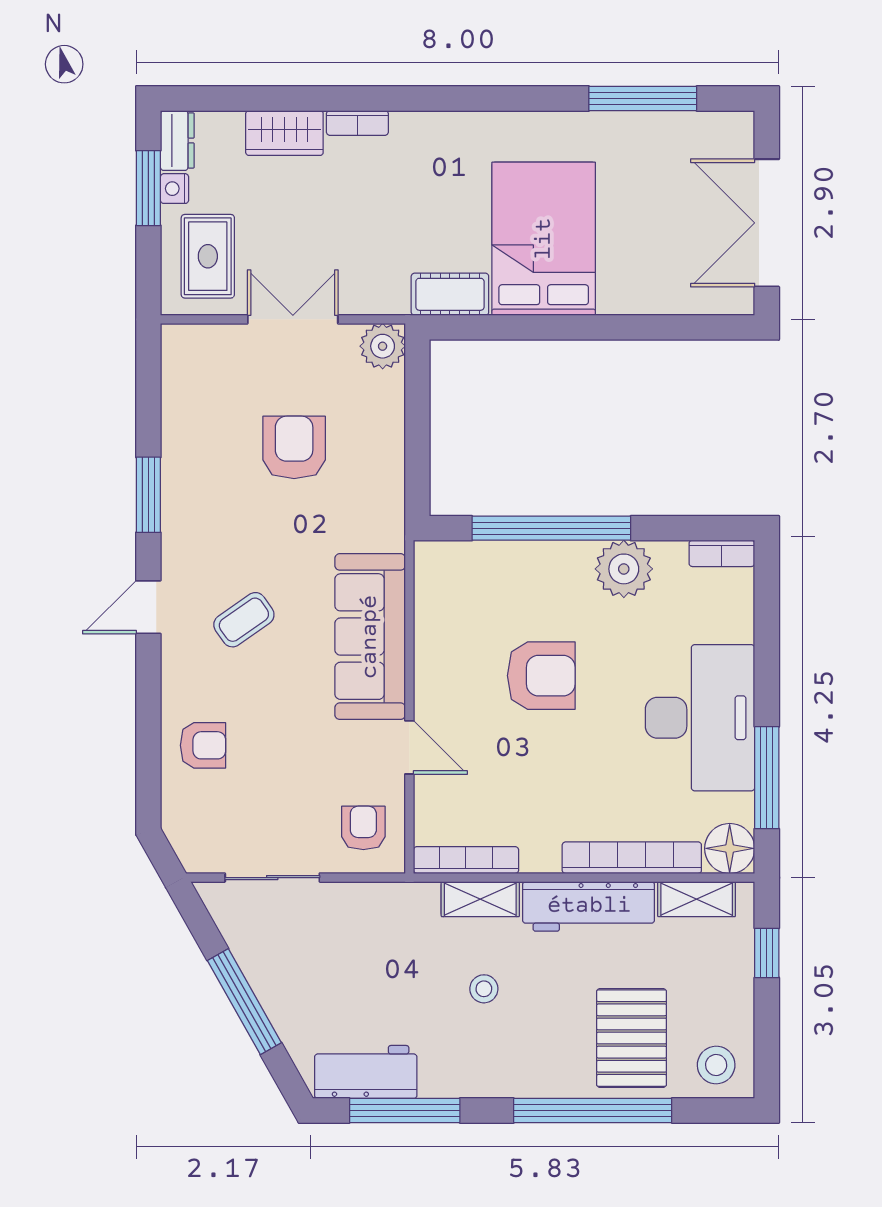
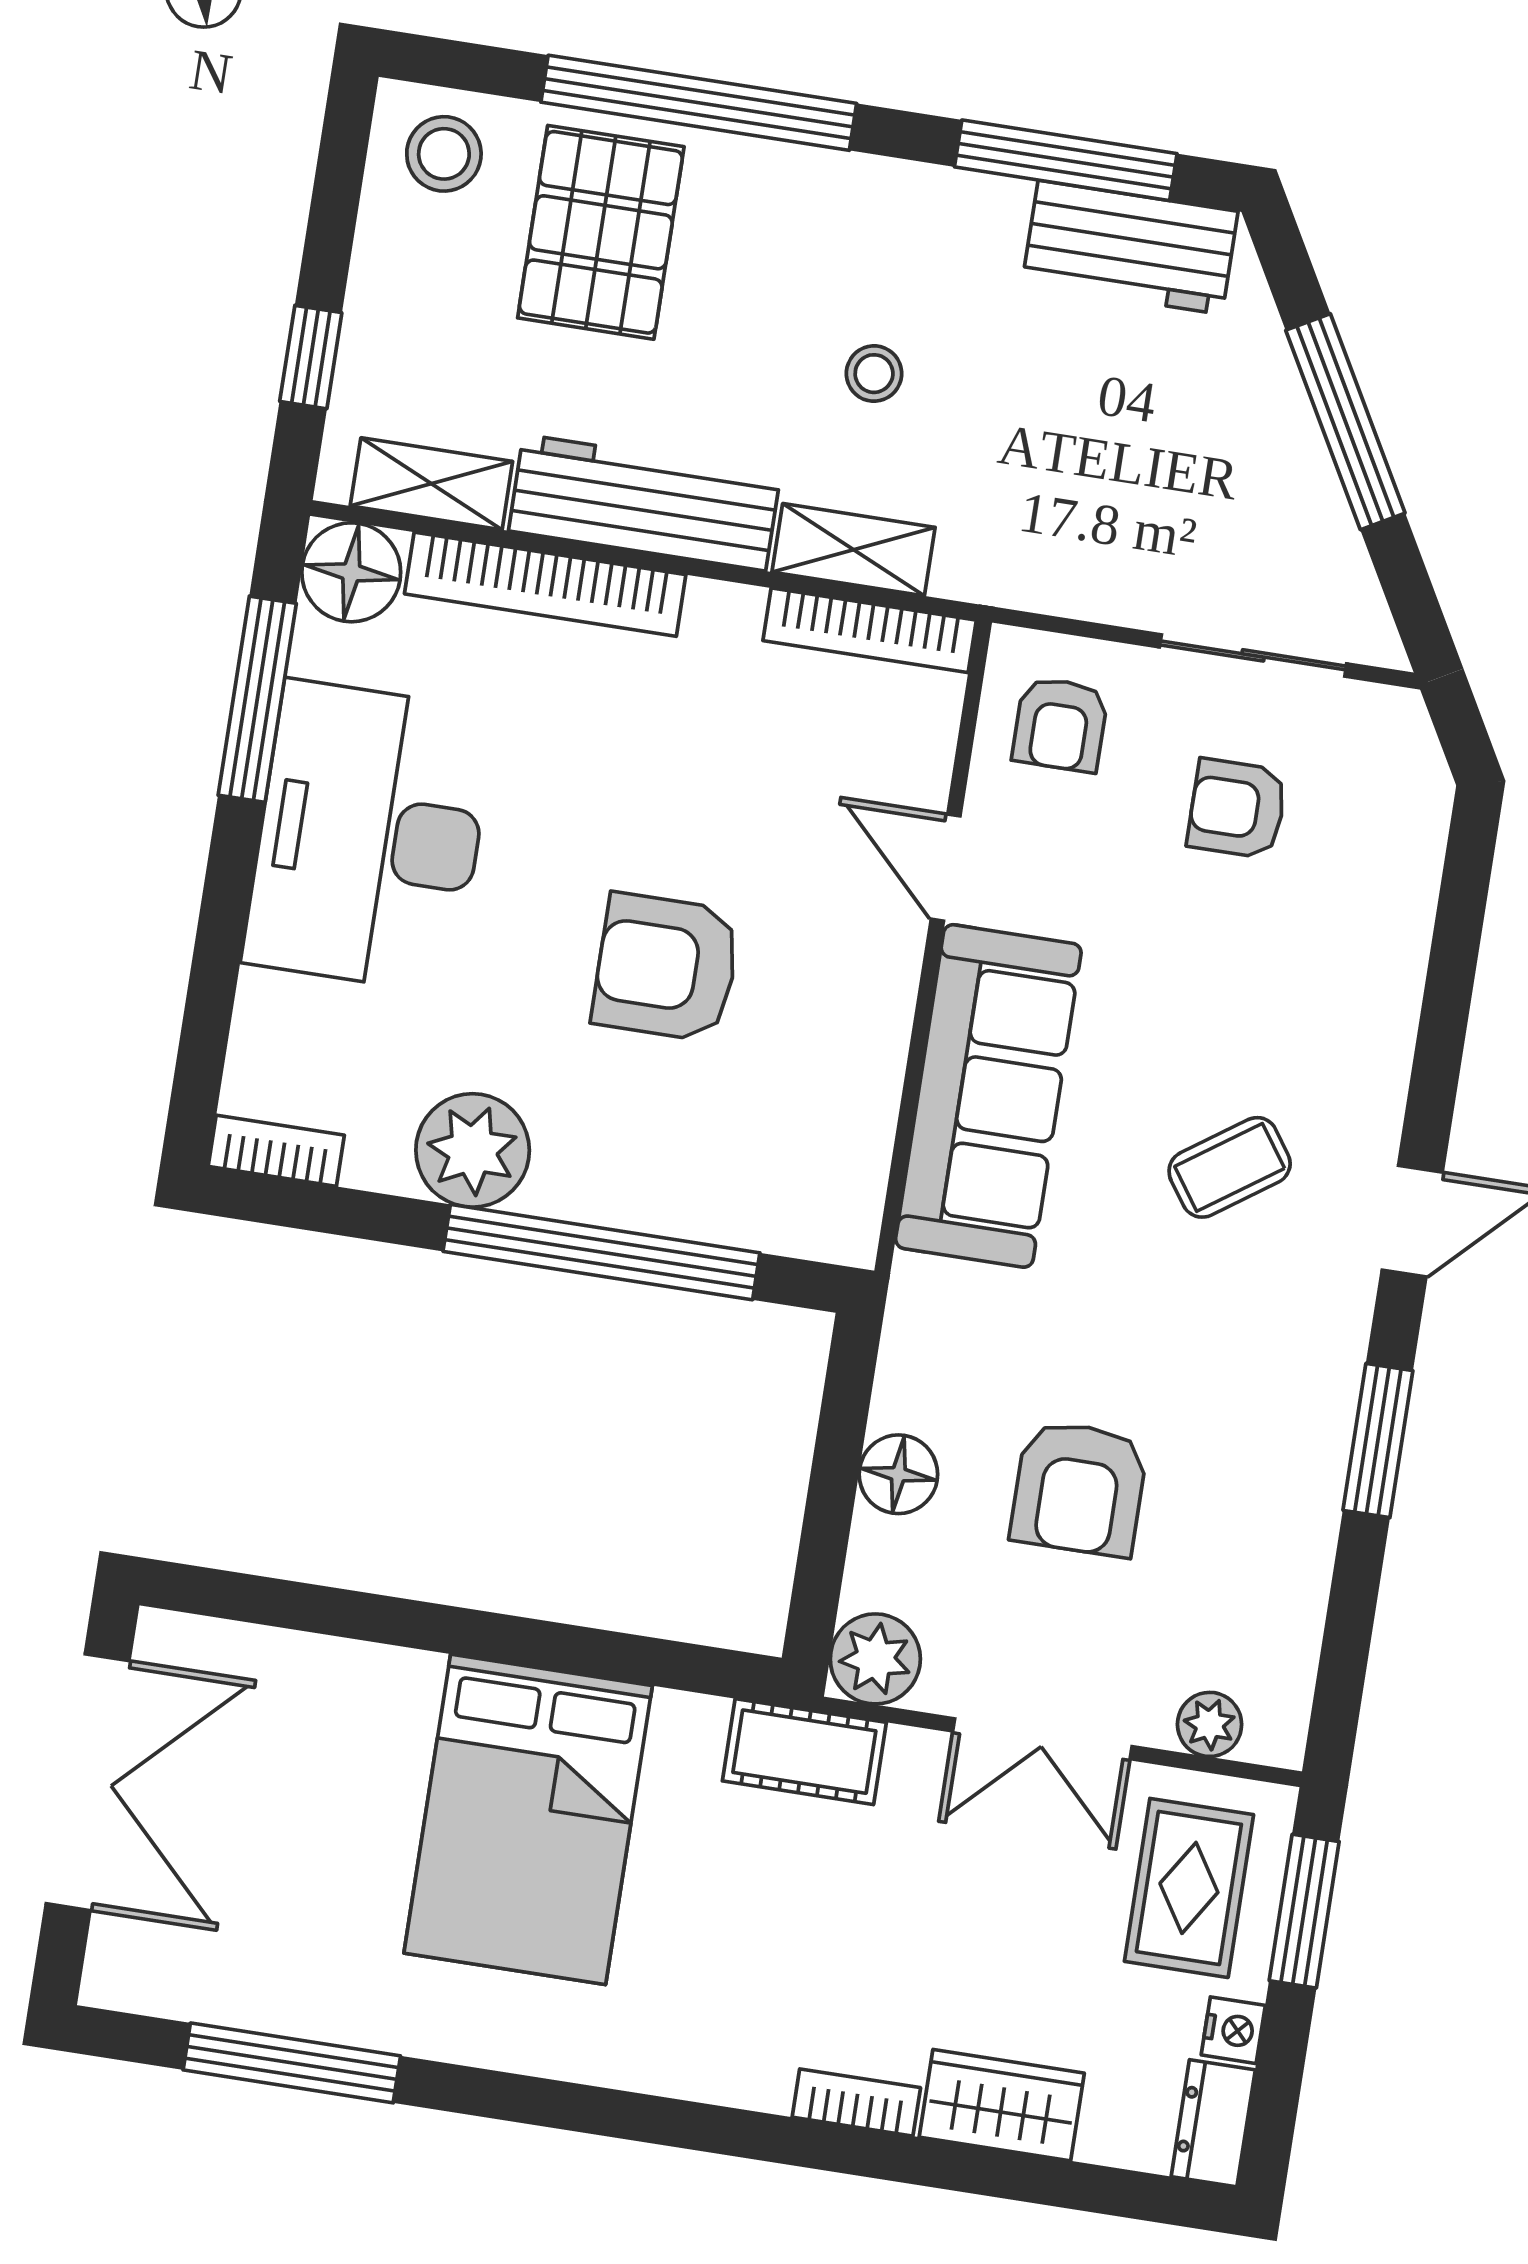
window: (148, 188) -> (1304, 1911), moved
cot: (450, 294) -> (804, 1752), moved
plant: (210, 340) -> (1210, 1724), added
floor lamp: (385, 440) -> (898, 1474), added
armchair: (203, 745) -> (1237, 809), moved

